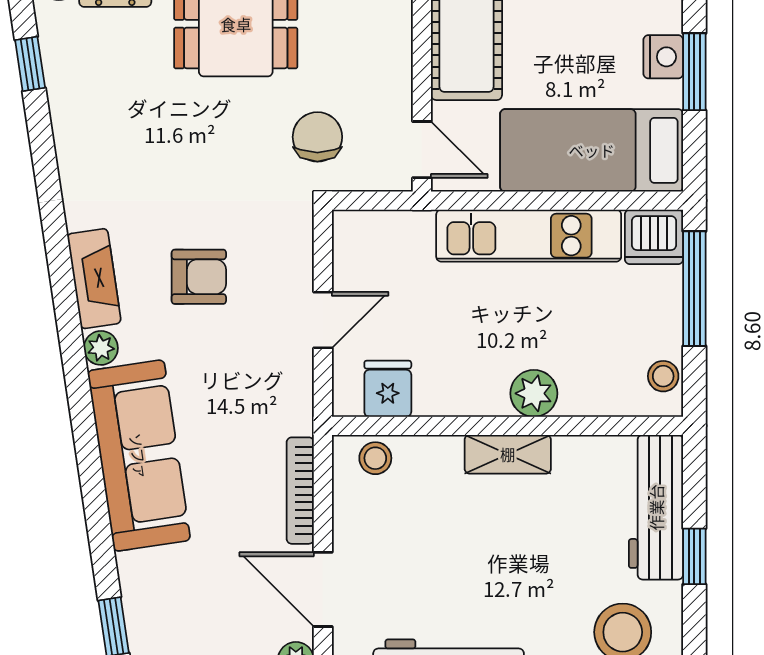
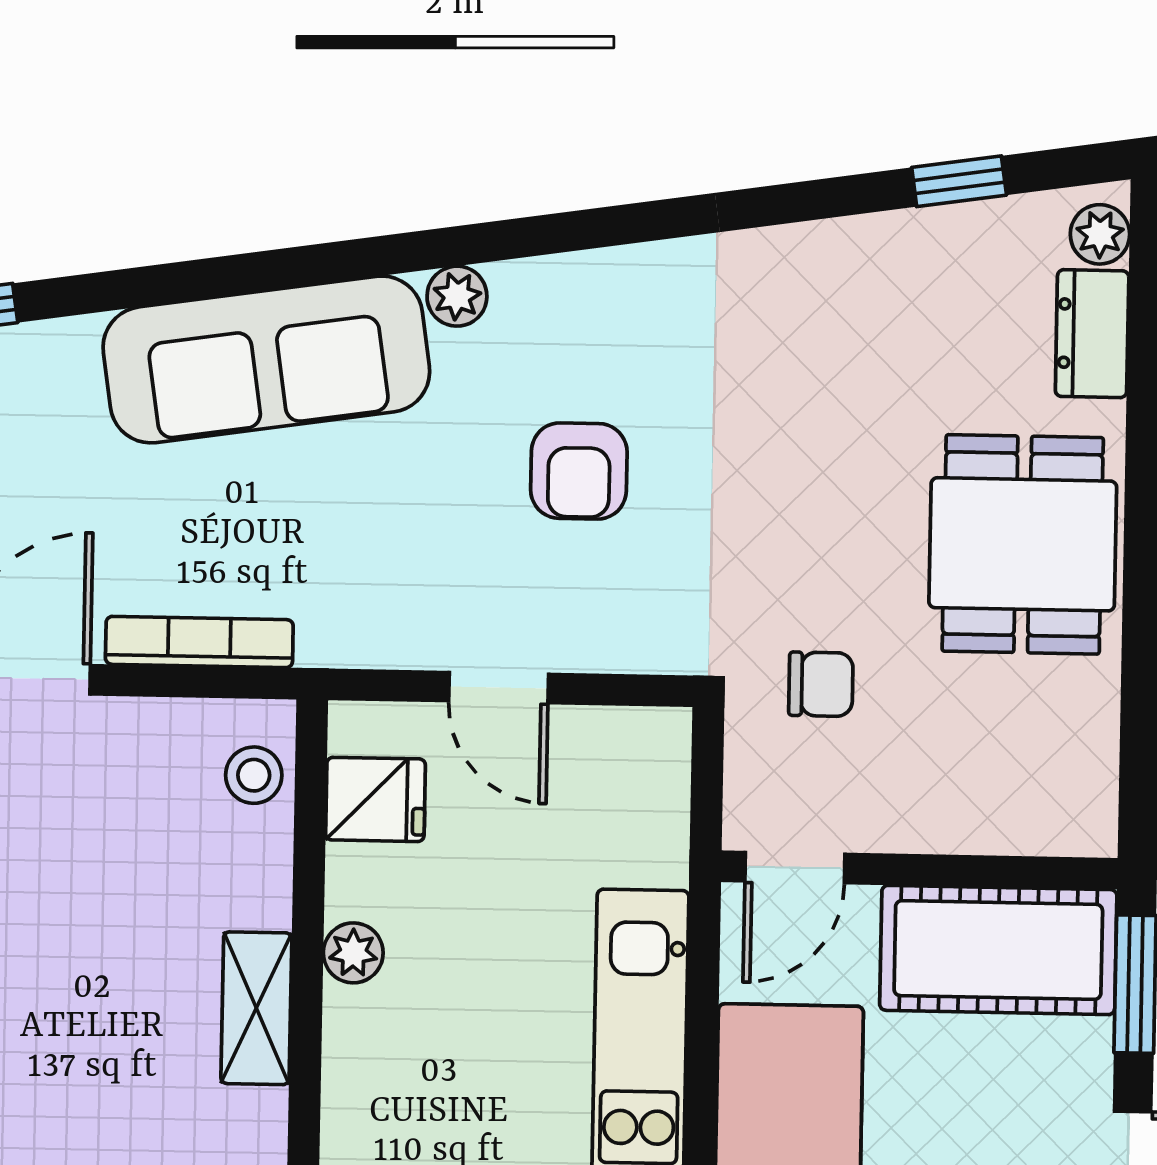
chair: (317, 137) -> (821, 684), width x0.73, depth x0.73
fireplace: (94, 279) -> (579, 287), removed
plant: (534, 393) -> (353, 953), moved, width x0.73, depth x0.73

